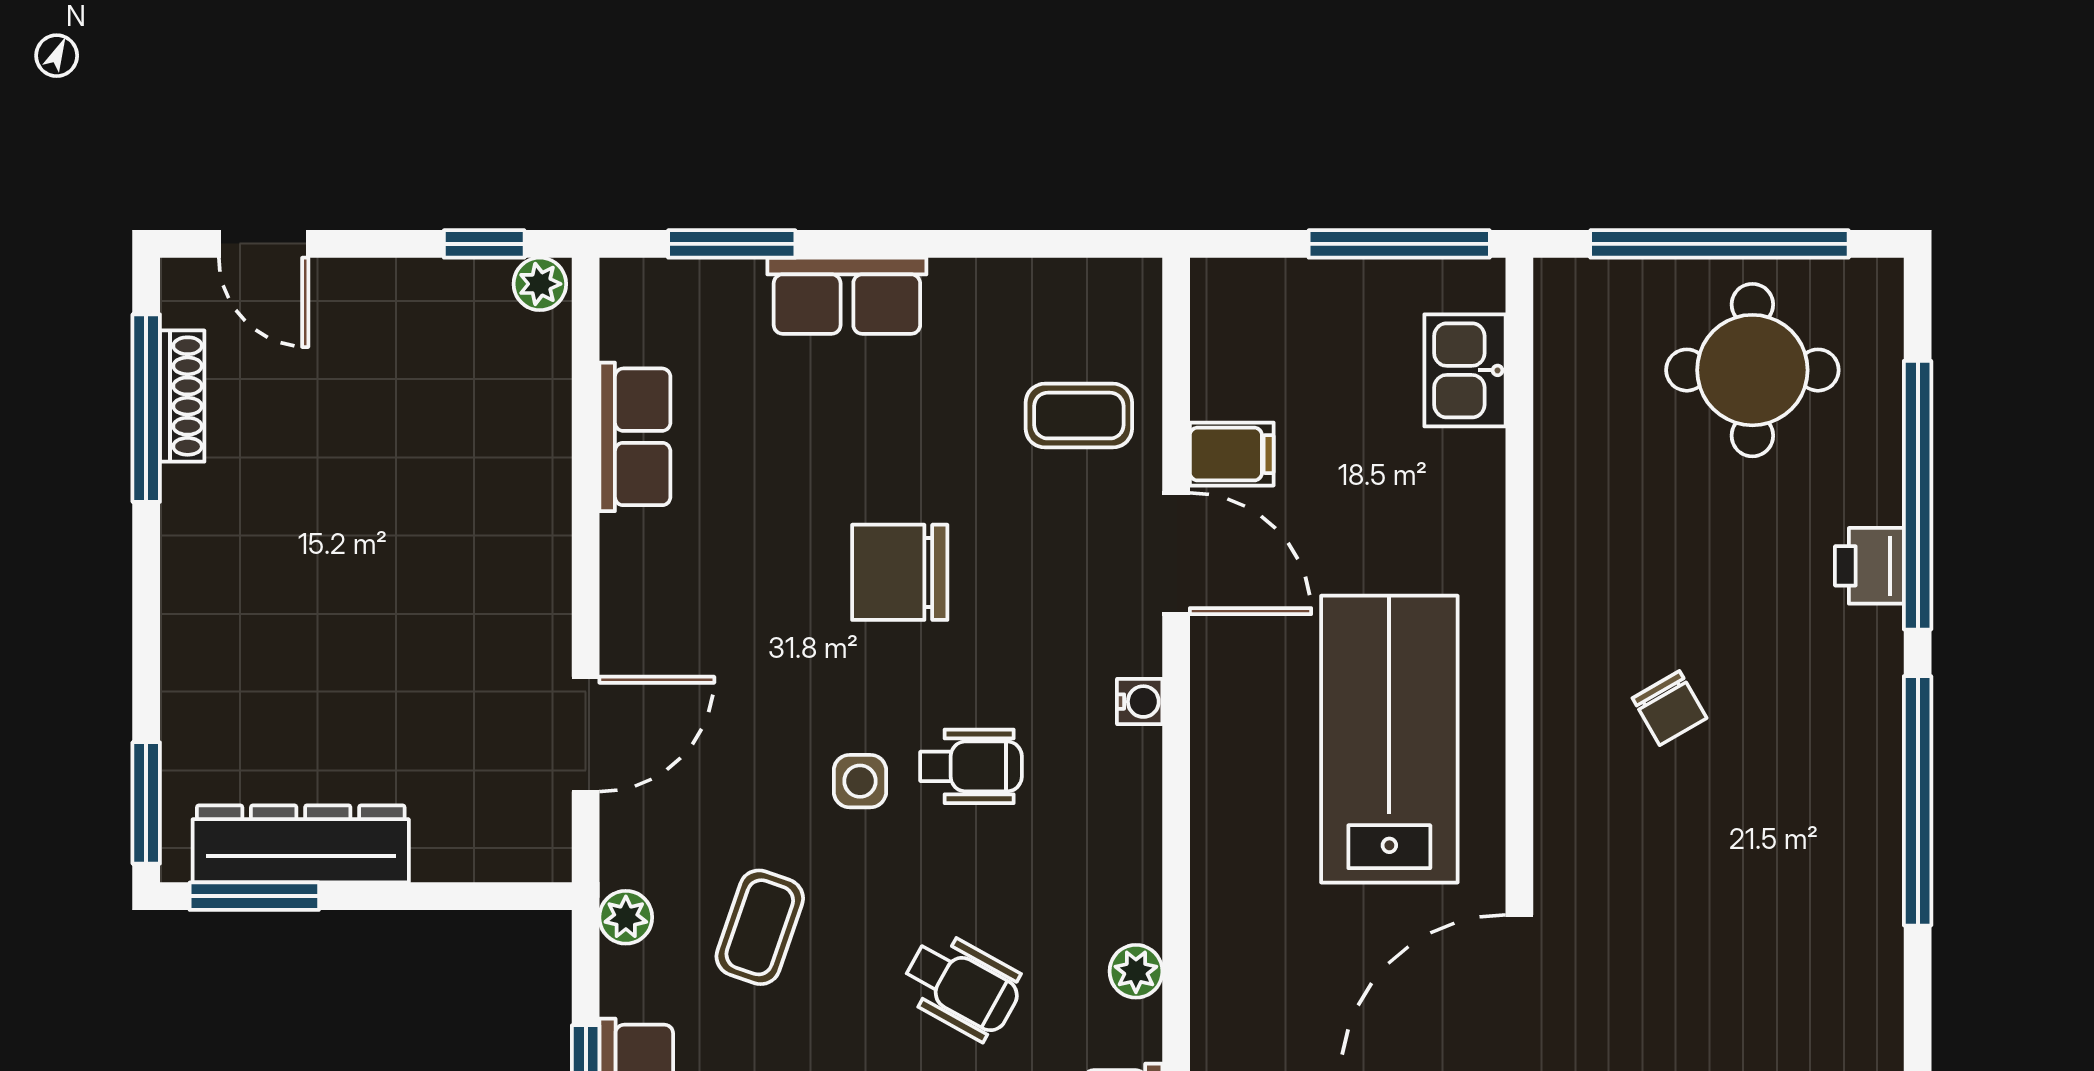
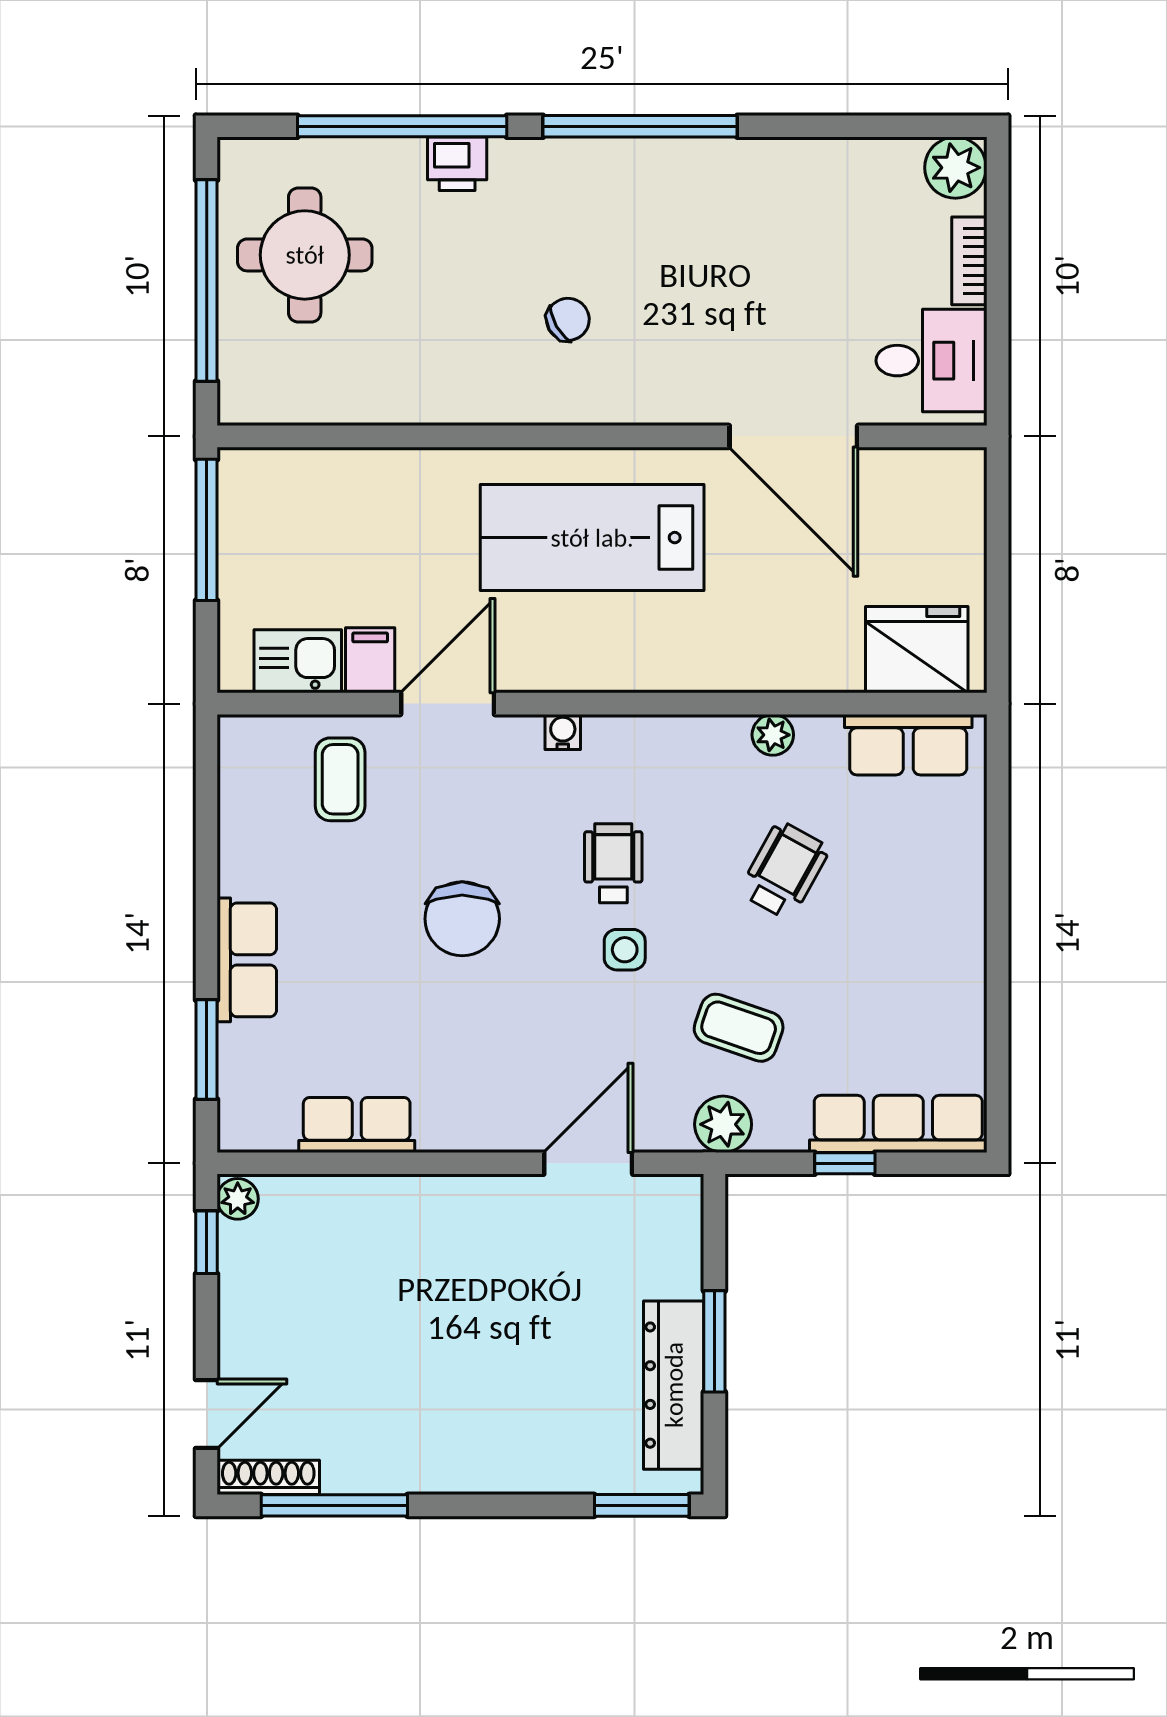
kitchen sink: (1465, 370) -> (298, 661), moved, turned 180
shoe rack: (182, 396) -> (268, 1477), moved
door: (586, 734) -> (588, 1163), hinge flipped
window: (254, 896) -> (714, 1341), moved
plant: (626, 917) -> (723, 1124), width x1.38, depth x1.38

